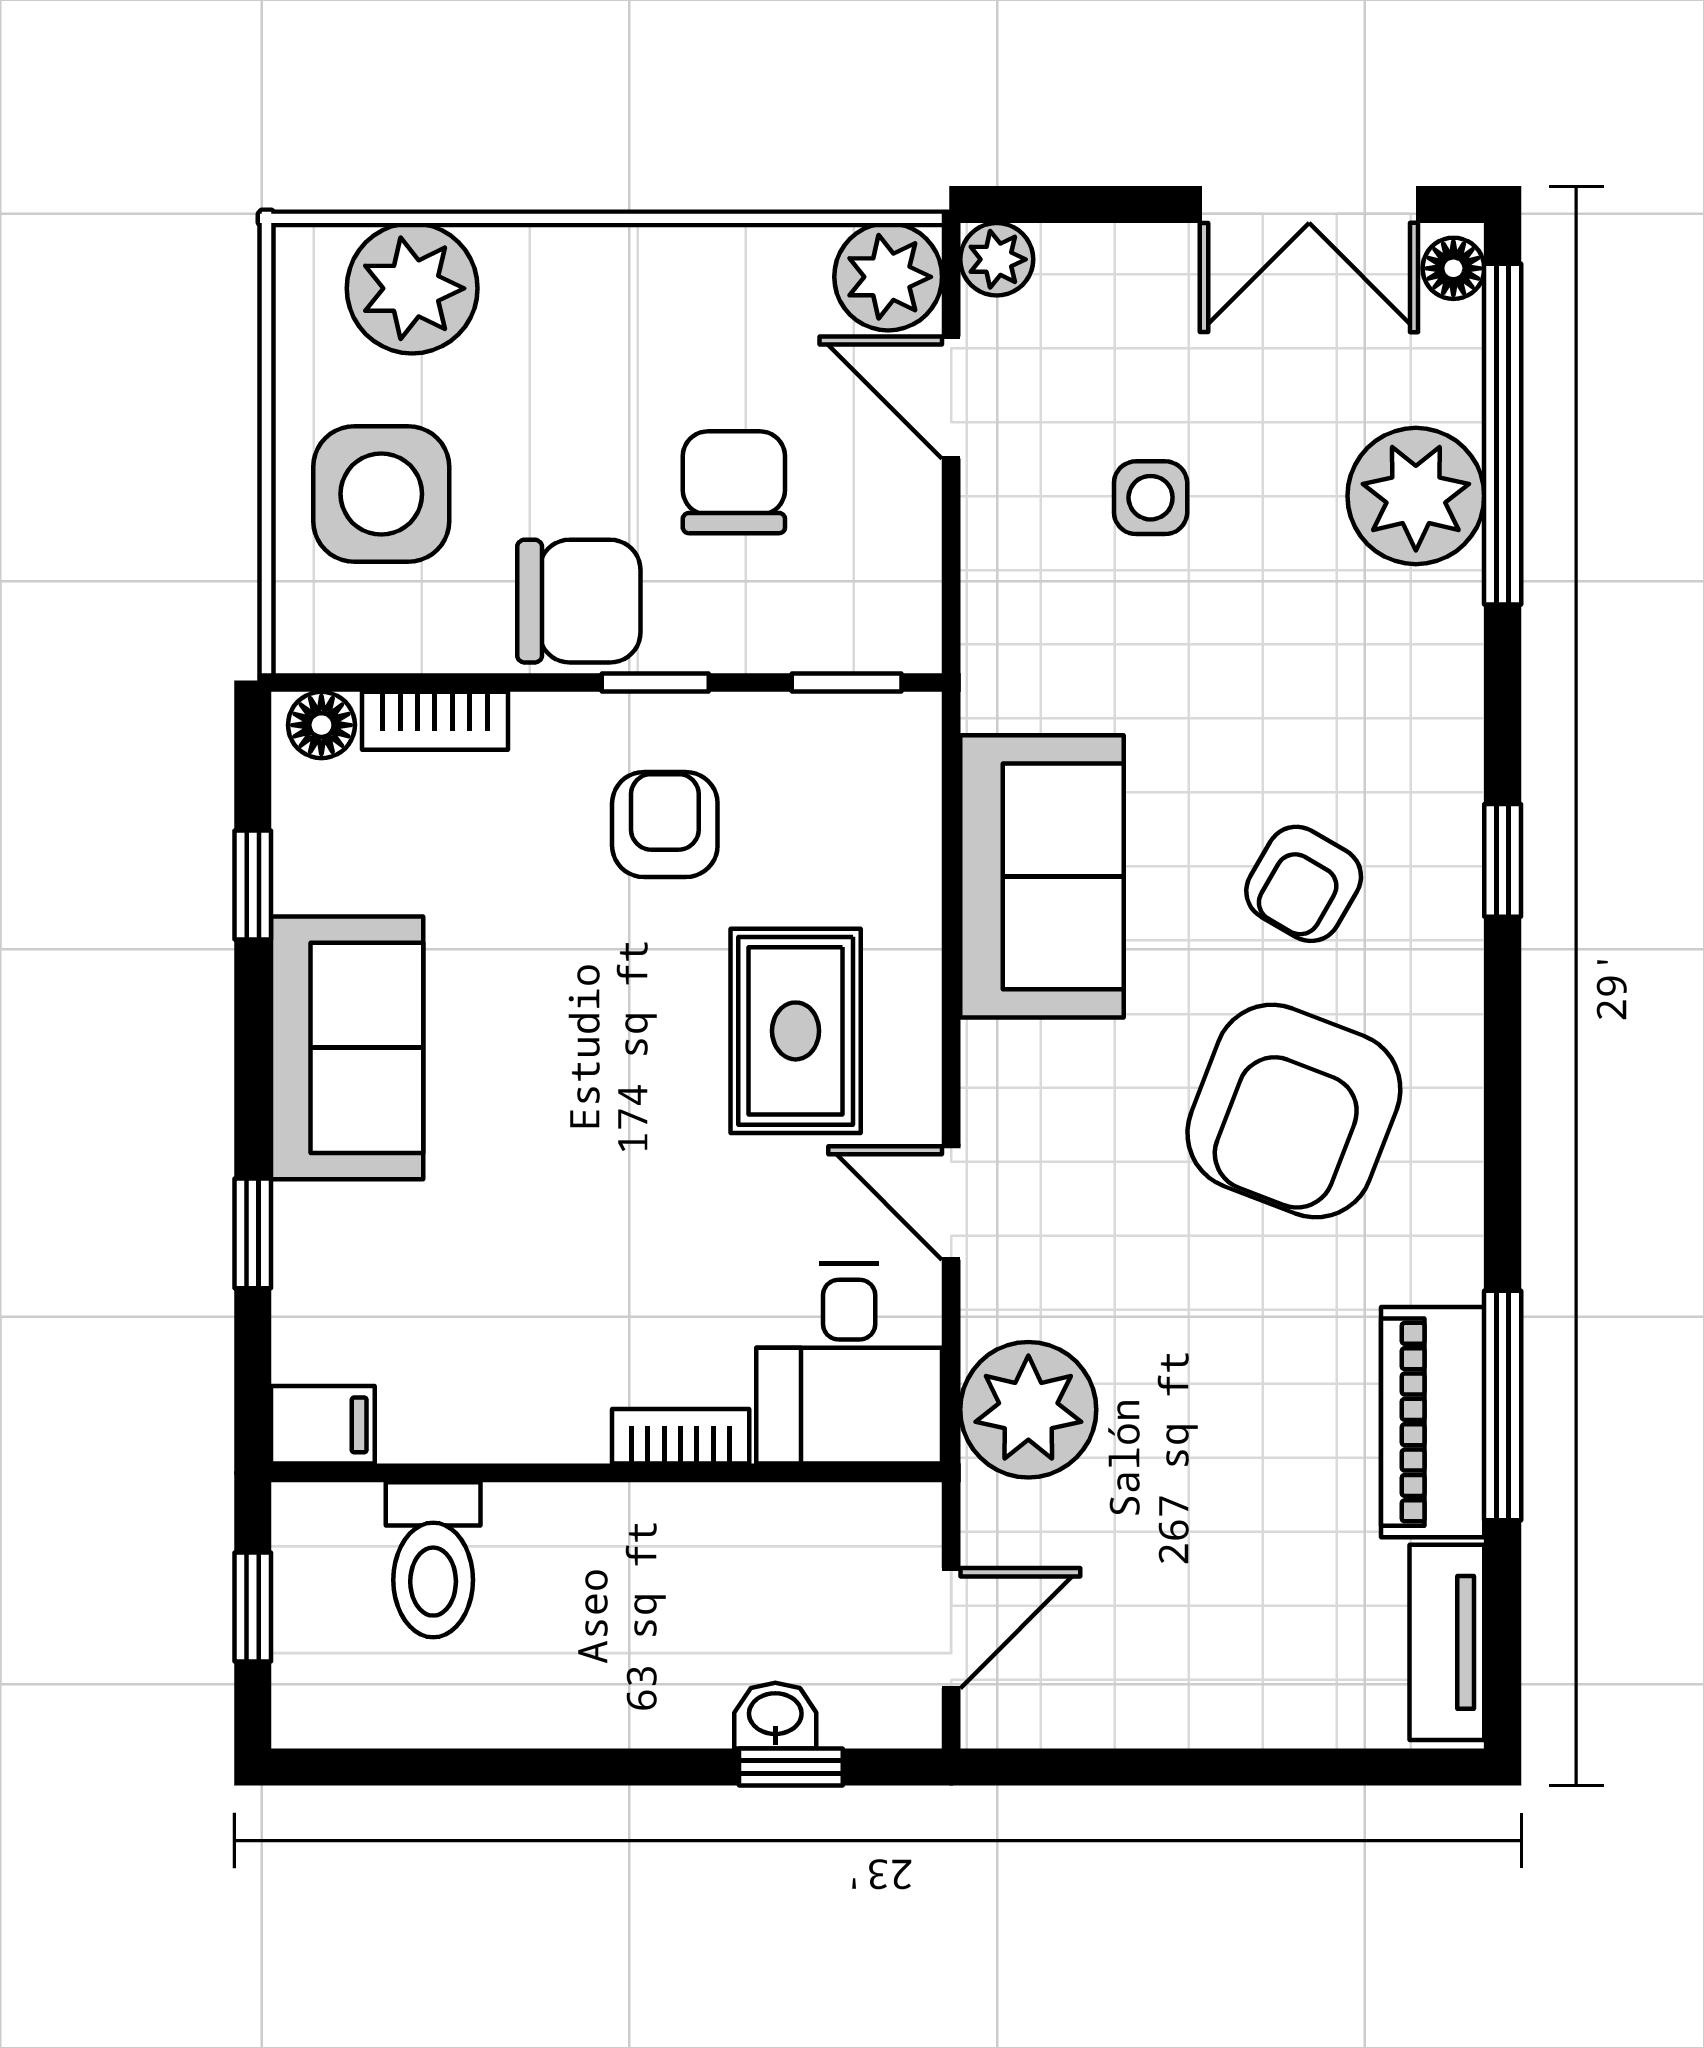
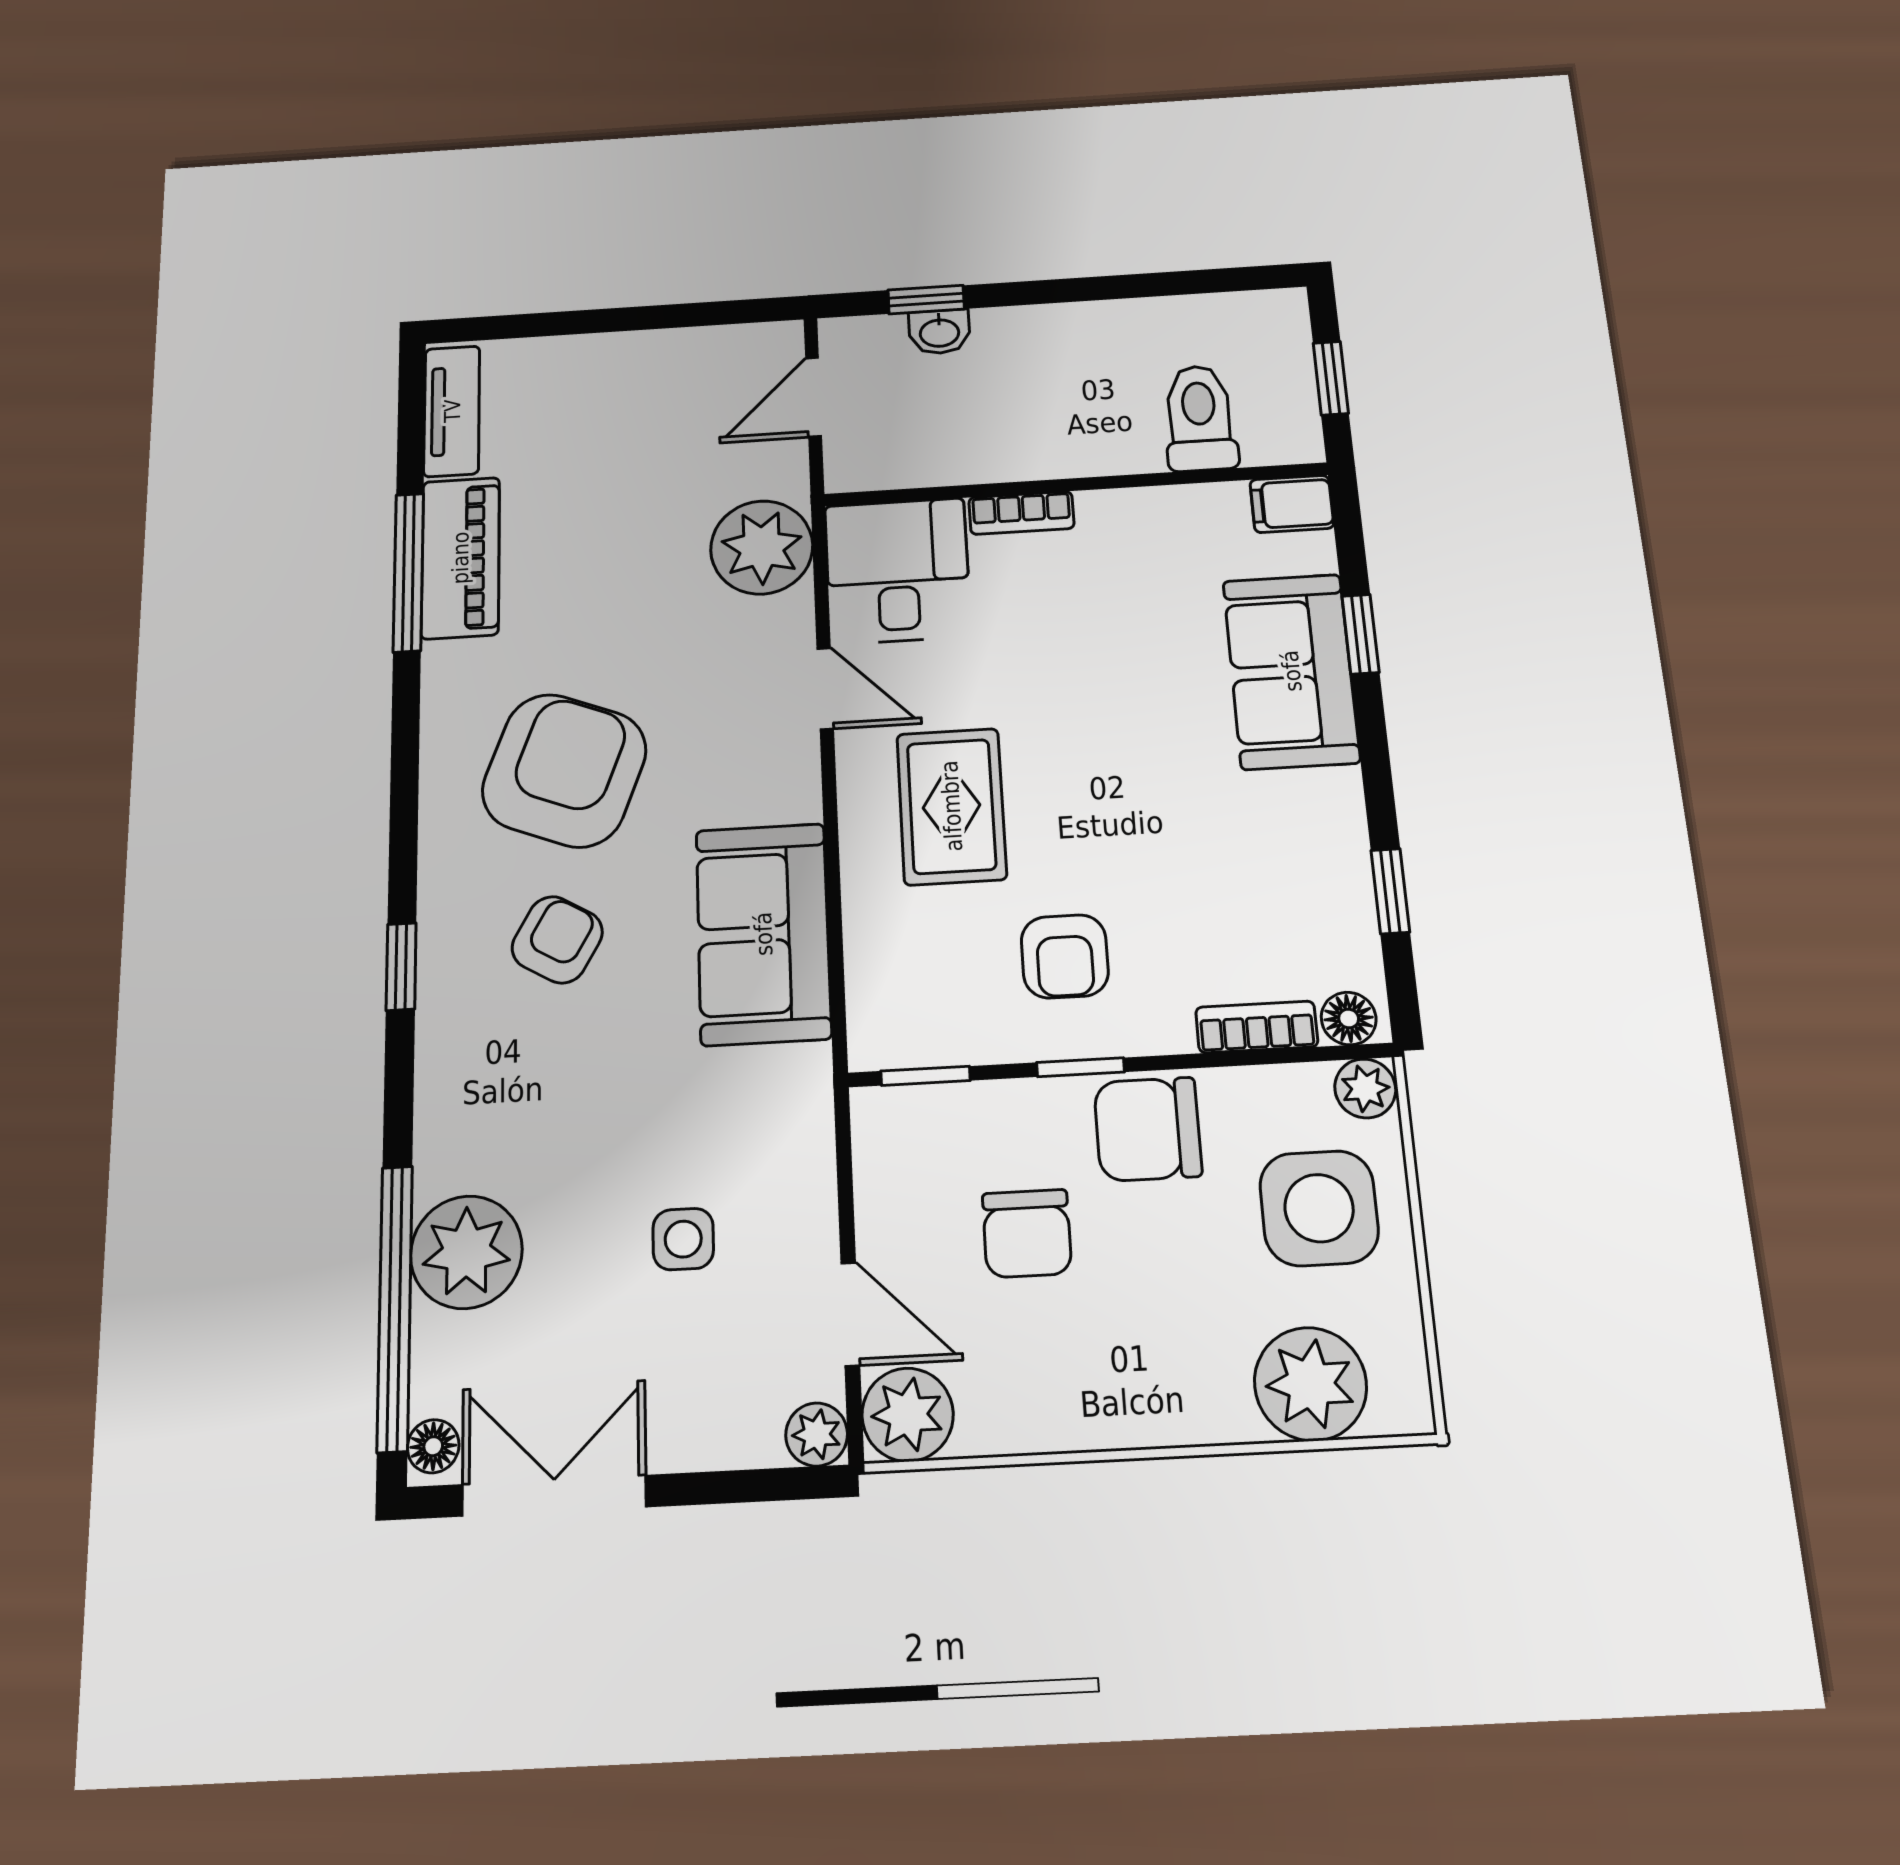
plant: (311, 637) -> (1365, 1088), added
sofa: (347, 1048) -> (1291, 671), moved

